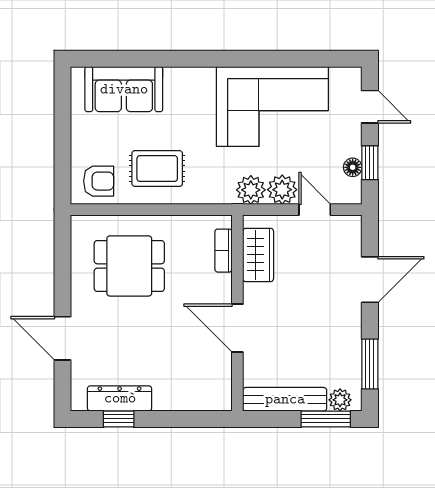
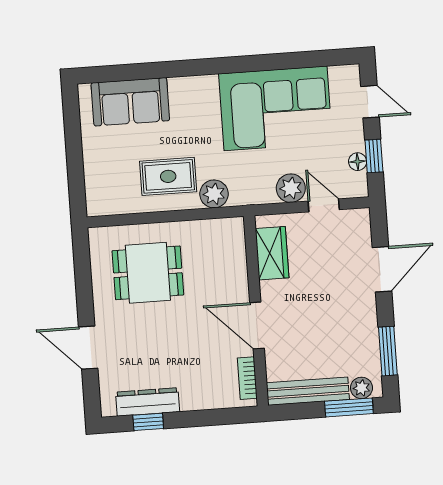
armchair: (99, 181) -> (112, 193), removed
plant: (251, 190) -> (214, 194), moved
bookcase: (223, 251) -> (247, 378), moved

